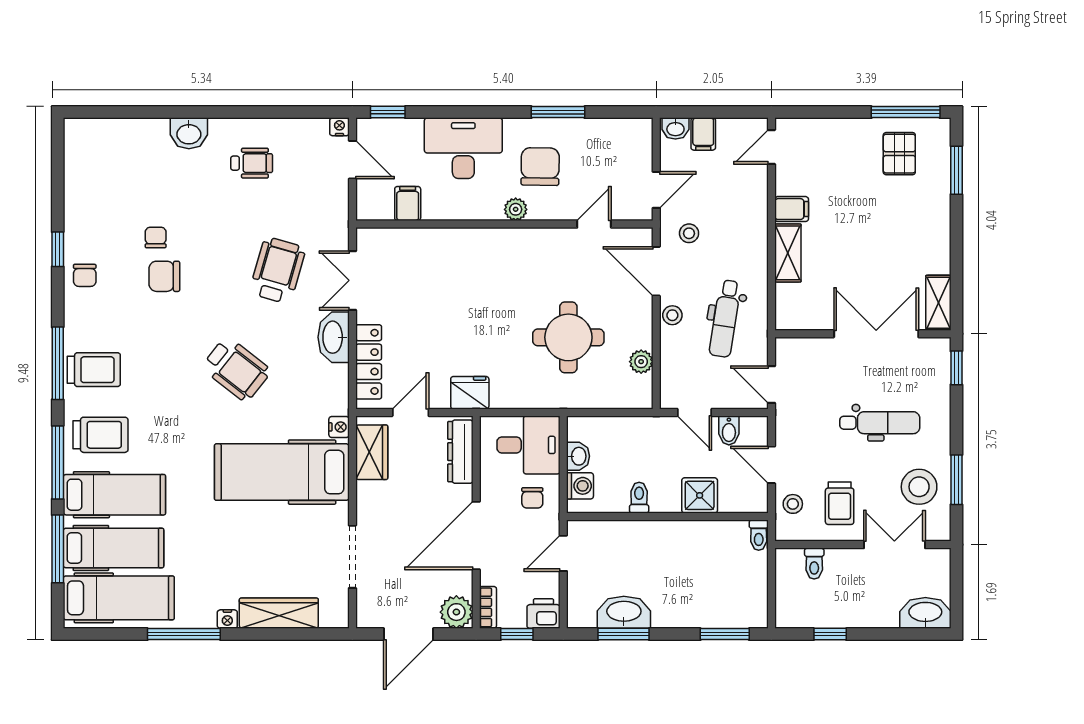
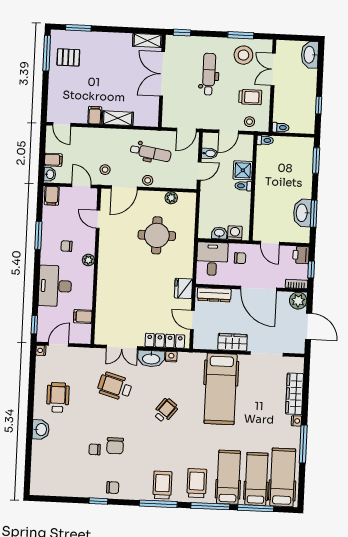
filing cabinet: (635, 134) -> (52, 196), added
wheelchair: (252, 163) -> (58, 397), width x1.36, depth x1.37
chair: (540, 167) -> (67, 246), width x0.54, depth x0.54
wheelchair: (236, 369) -> (166, 410), width x0.73, depth x0.73
nightstand: (339, 427) -> (171, 357), moved
wardrobe: (372, 452) -> (233, 342), moved
toilet: (639, 498) -> (243, 186), moved
toilet: (814, 564) -> (281, 127), moved

